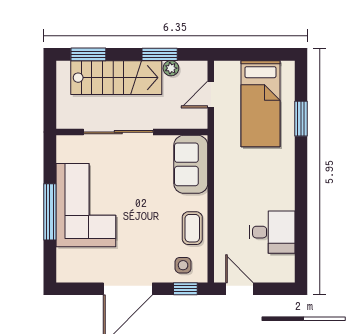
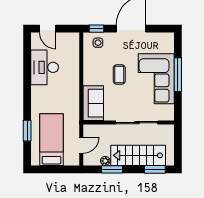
coffee table: (192, 228) -> (119, 75), moved
desk: (272, 232) -> (45, 67), width x1.37
door: (239, 289) -> (48, 29), moved

